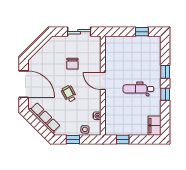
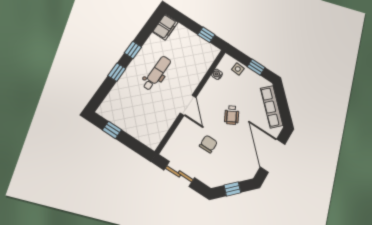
window: (38, 44) -> (232, 189), added
dental chair: (138, 89) -> (157, 73), turned -90

